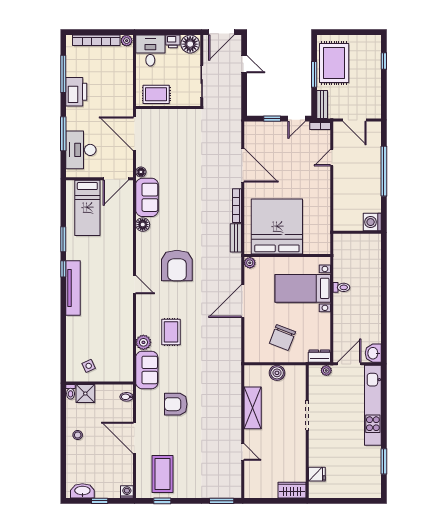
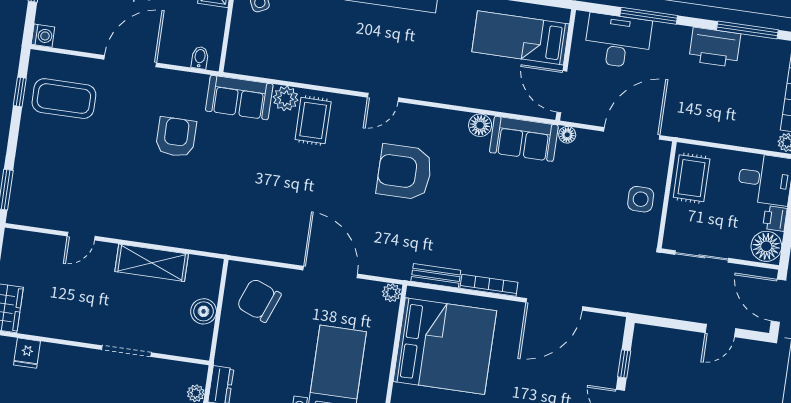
side table: (173, 123) -> (641, 199), added
rug: (171, 332) -> (313, 121), moved, turned 90
chair: (282, 338) -> (259, 300), moved

